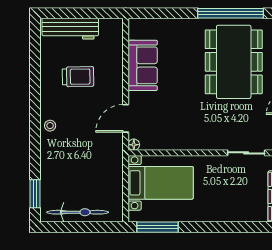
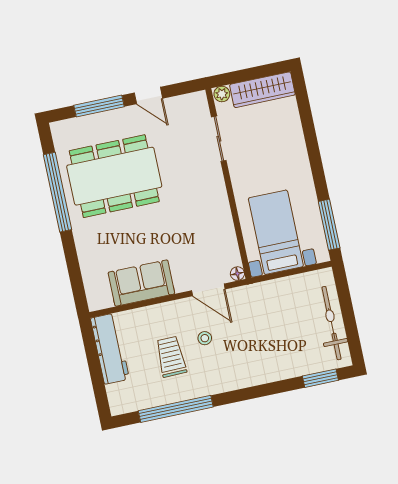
workbench: (70, 29) -> (110, 349), moved
window: (35, 72) -> (176, 409), added
stool: (50, 126) -> (205, 338), moved

